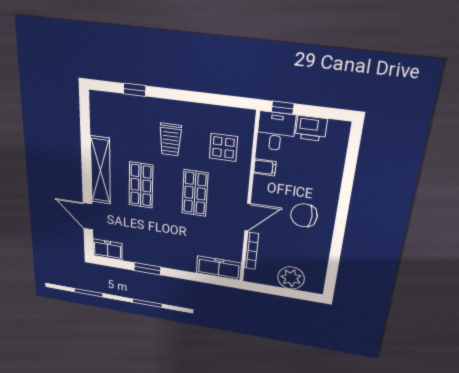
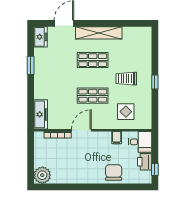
window: (135, 90) -> (155, 82), moved
window: (283, 108) -> (155, 170), moved
chair: (304, 215) -> (114, 172), moved
door: (248, 217) -> (81, 130), swing flipped
plant: (291, 278) -> (42, 175), moved

